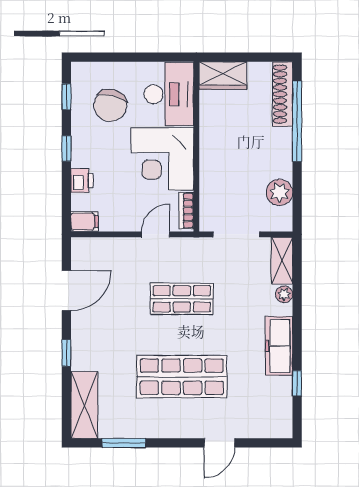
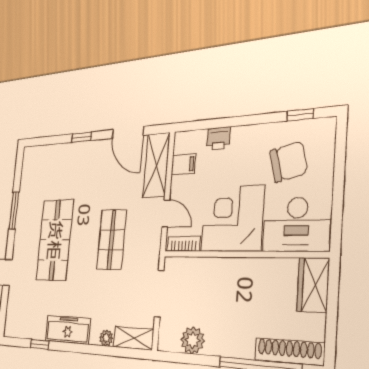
chair: (110, 105) -> (289, 162), turned 152
window: (66, 149) -> (249, 120), removed
filing cabinet: (84, 222) -> (183, 164), moved, turned -90
shelving: (84, 405) -> (156, 165), moved, turned 90
window: (124, 443) -> (14, 211), moved

